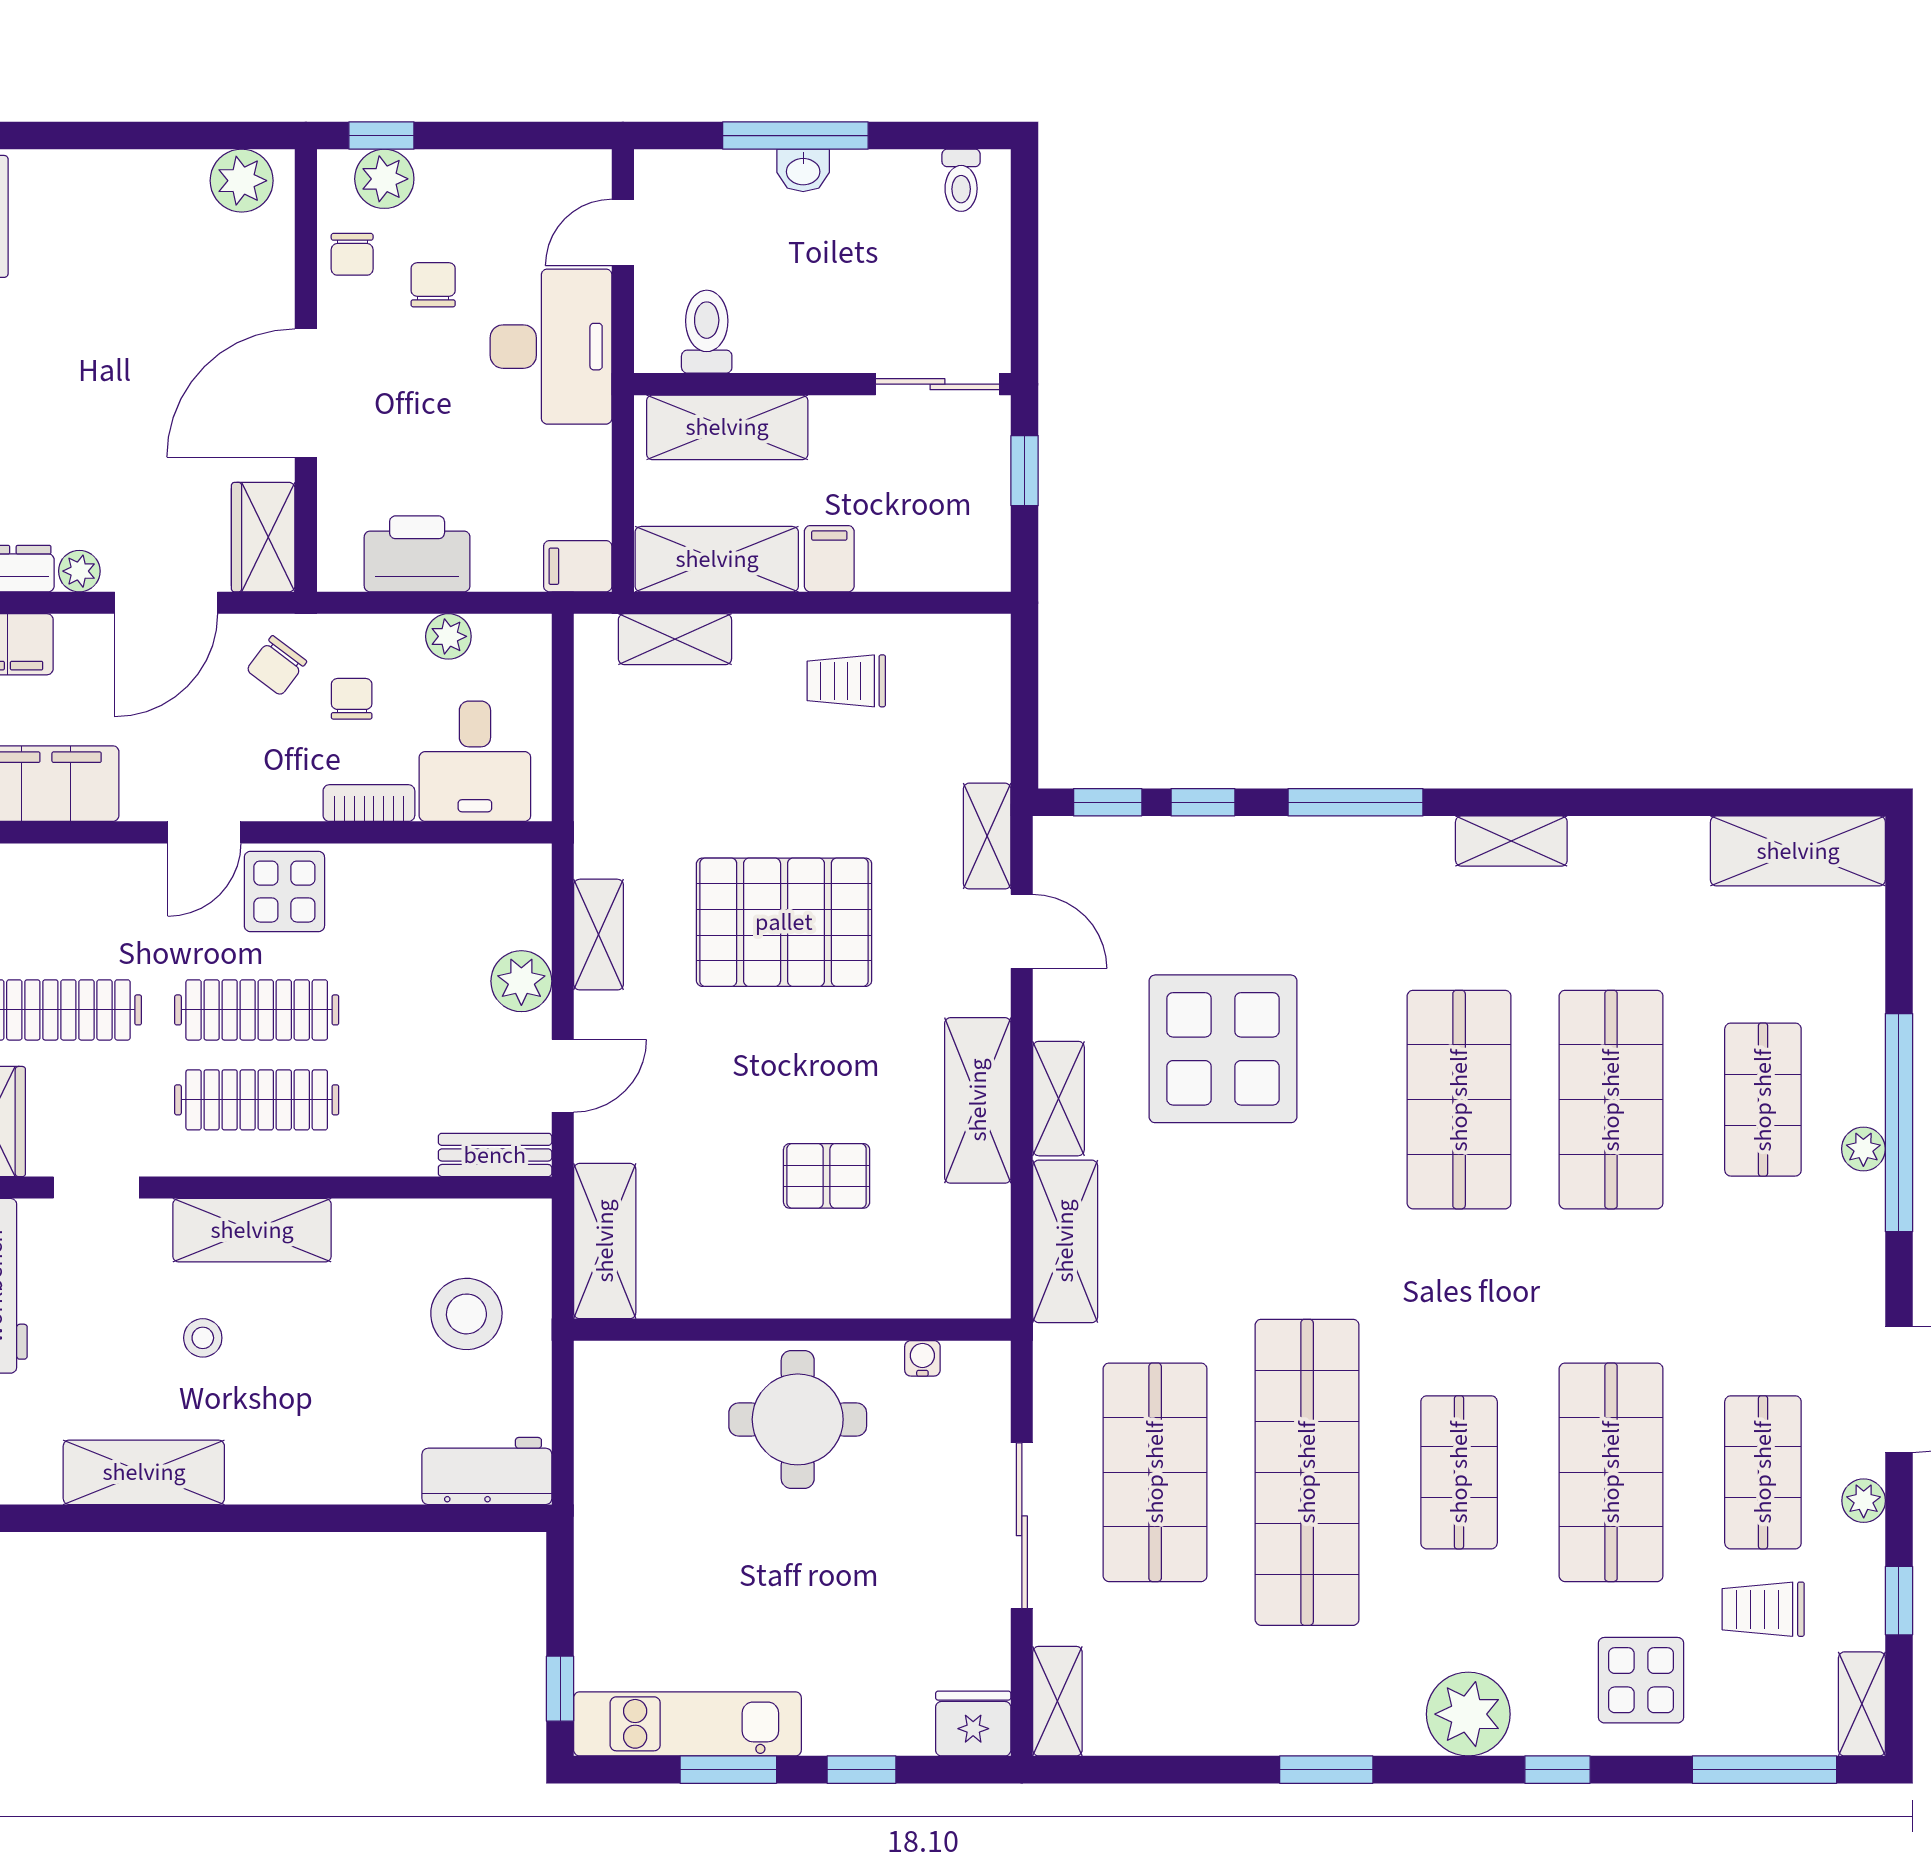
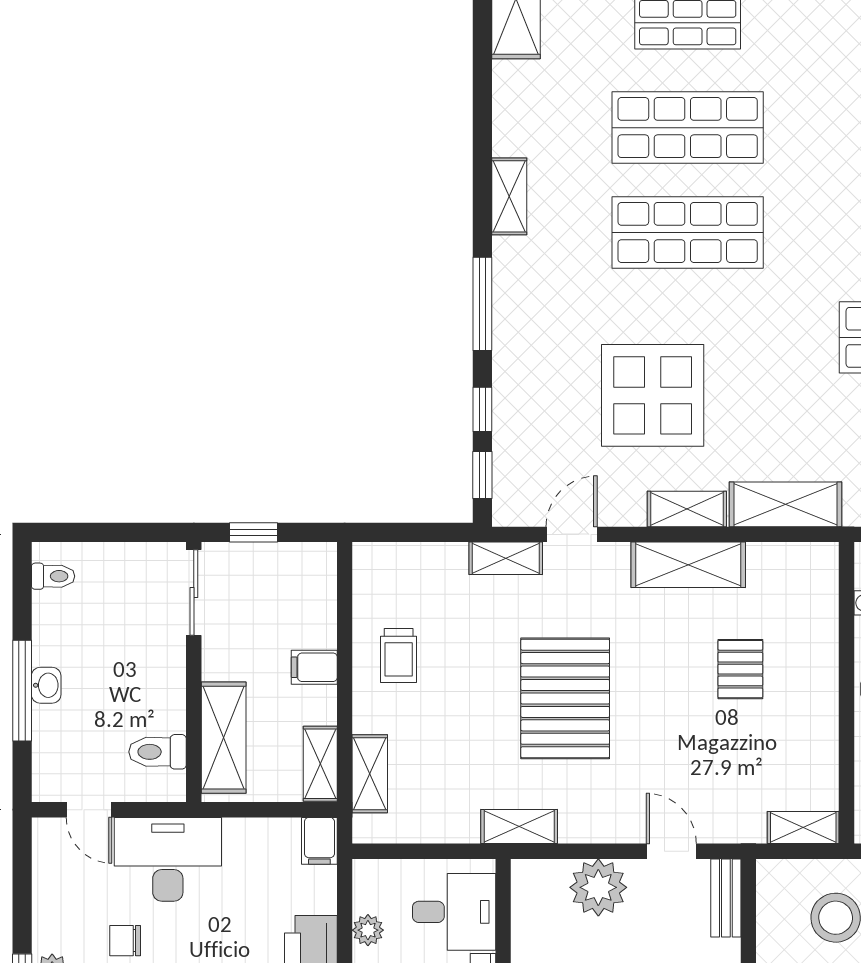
shelving: (717, 559) -> (320, 764), width x0.67, depth x0.75
shelving: (599, 935) -> (519, 826), moved
plant: (521, 981) -> (598, 887), width x1.36, depth x1.36
shelving: (605, 1241) -> (803, 828), width x0.67, depth x0.75

